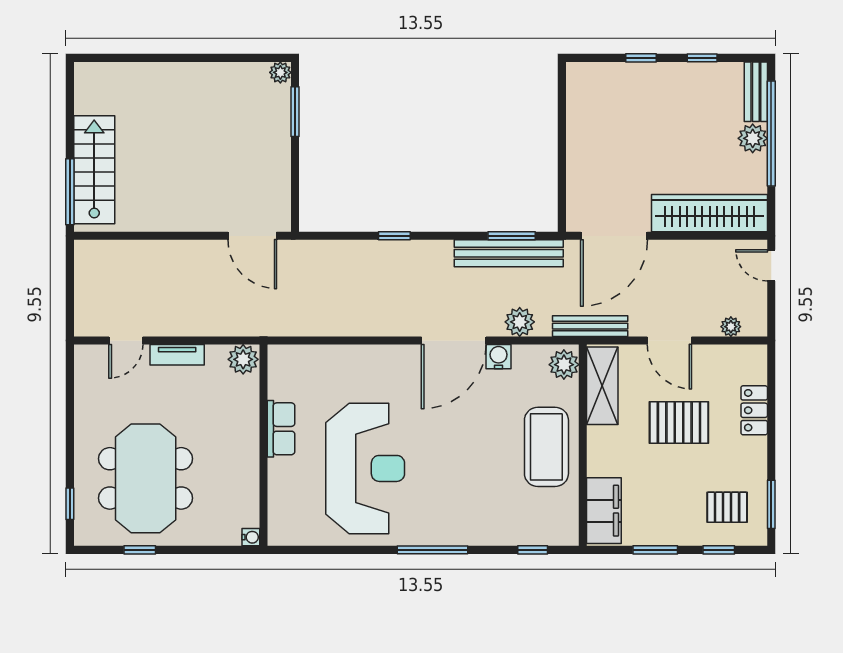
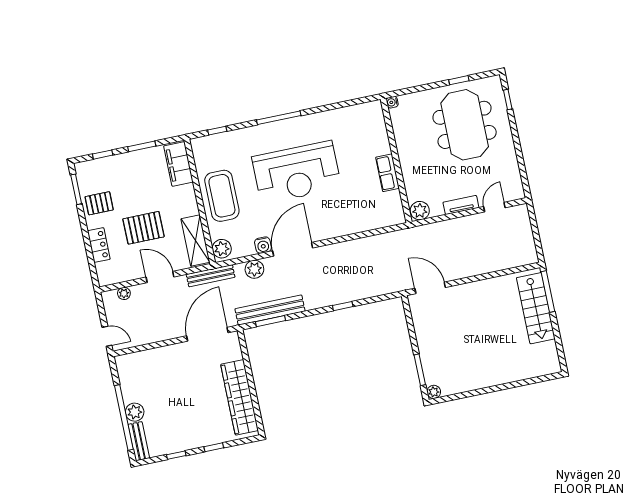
wardrobe: (710, 213) -> (240, 397), moved, turned 90
reception desk: (365, 468) -> (297, 172), moved, turned -90
pallet: (727, 507) -> (99, 203), moved

